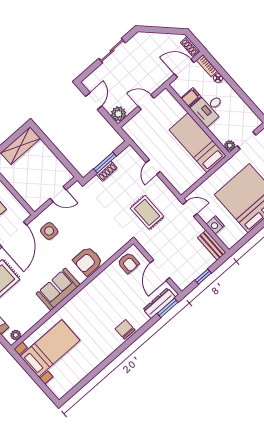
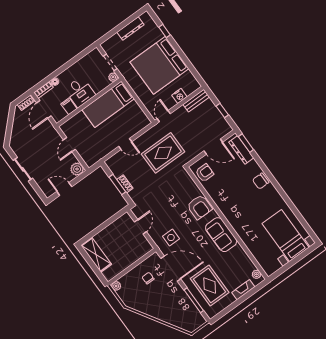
rug: (147, 212) -> (163, 153), width x1.36, depth x1.43
bed with nightstands: (50, 348) -> (285, 235), moved

